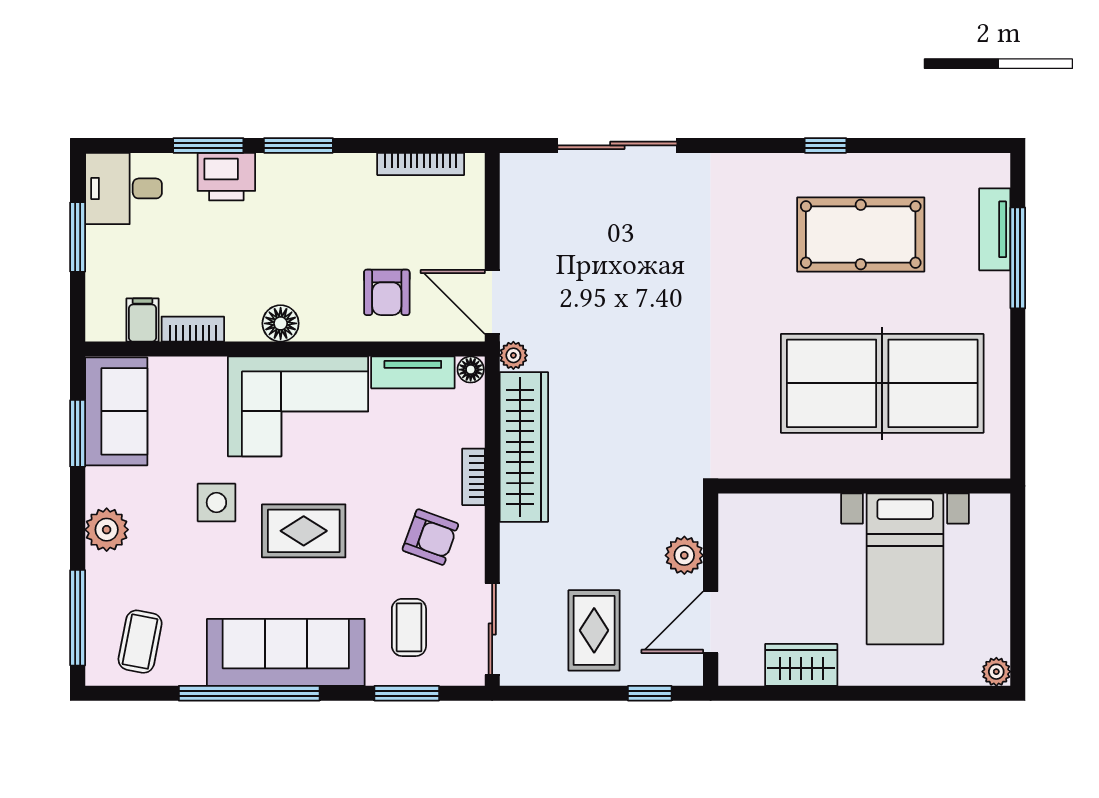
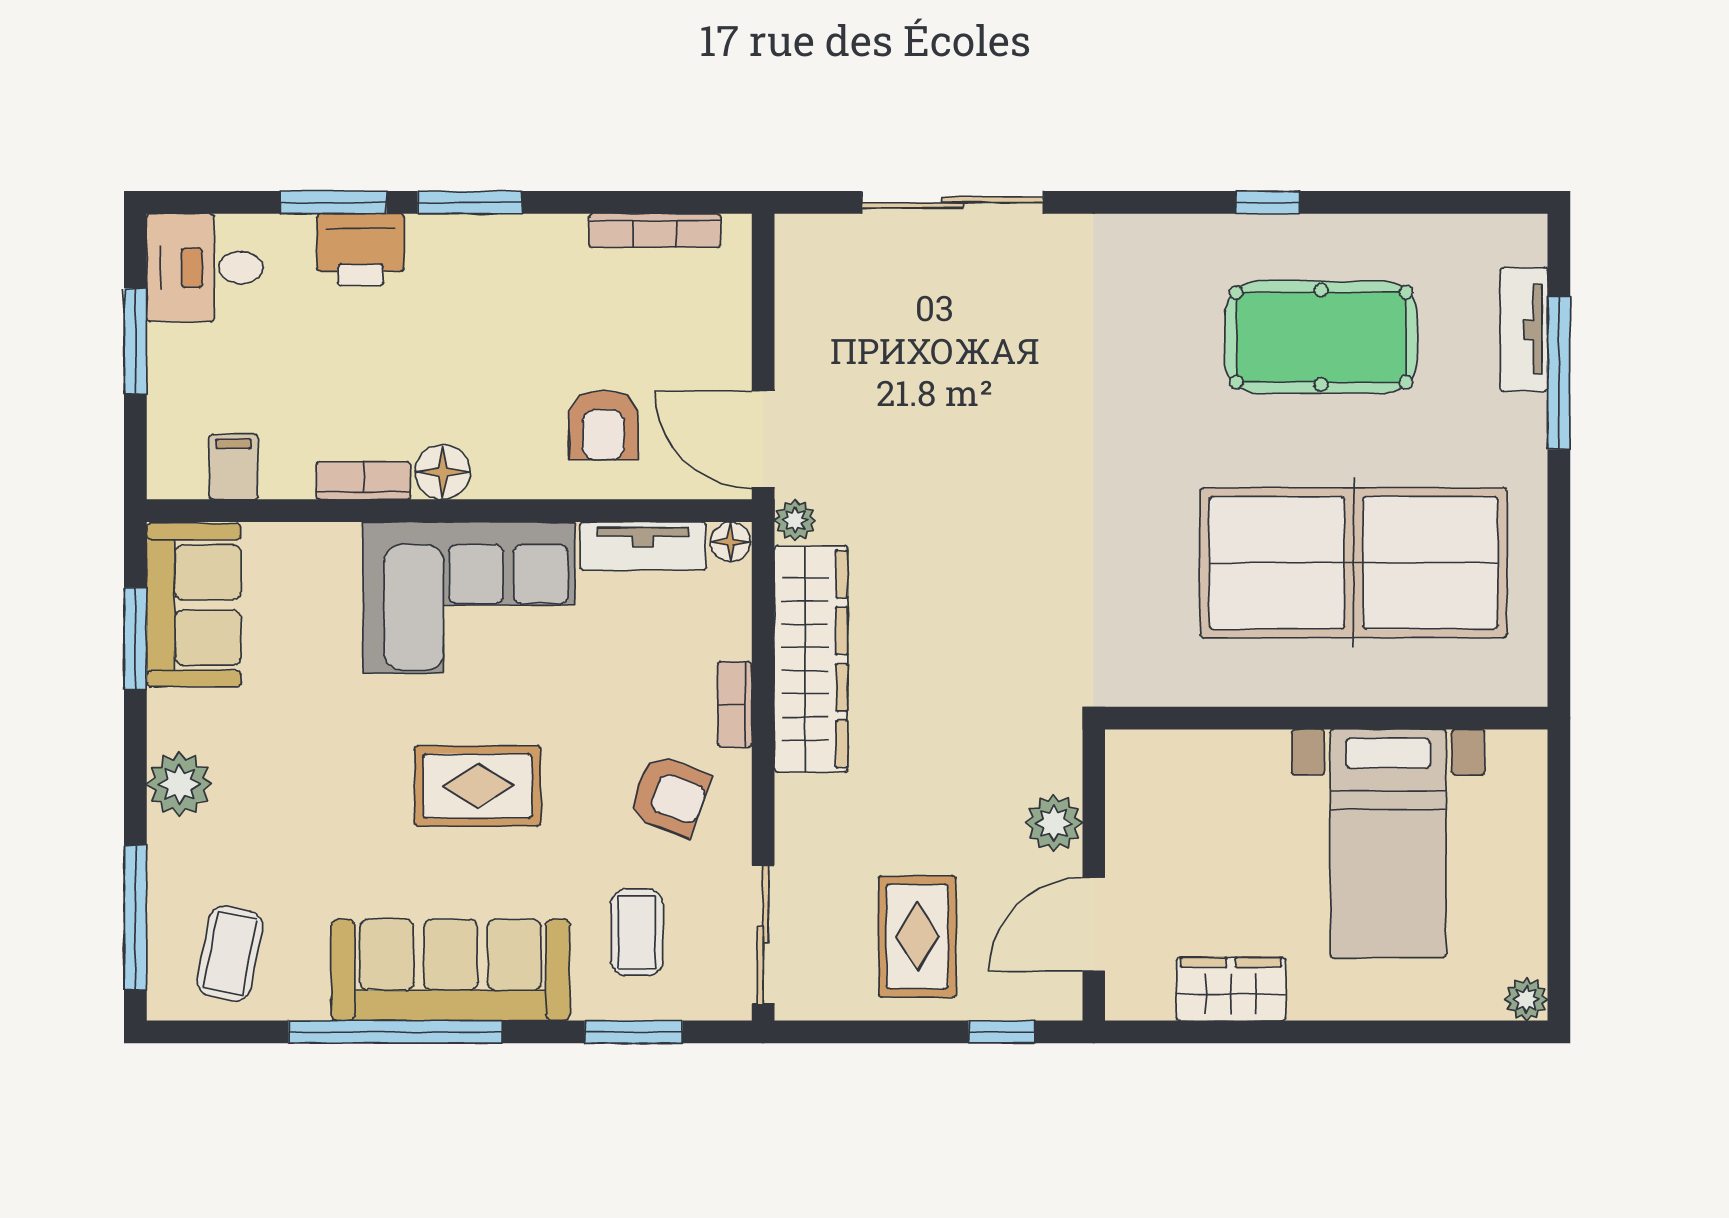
bookcase: (193, 329) -> (363, 481), moved
side table: (216, 502) -> (346, 743), removed

